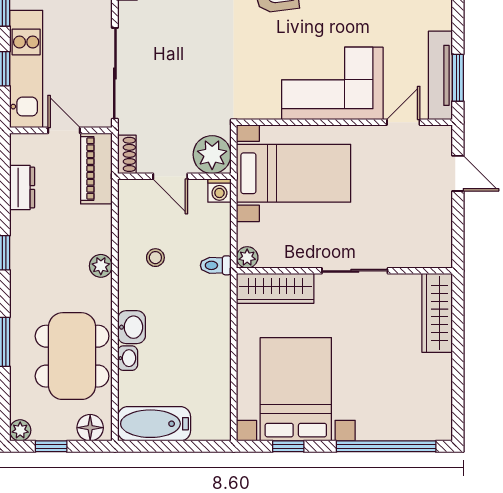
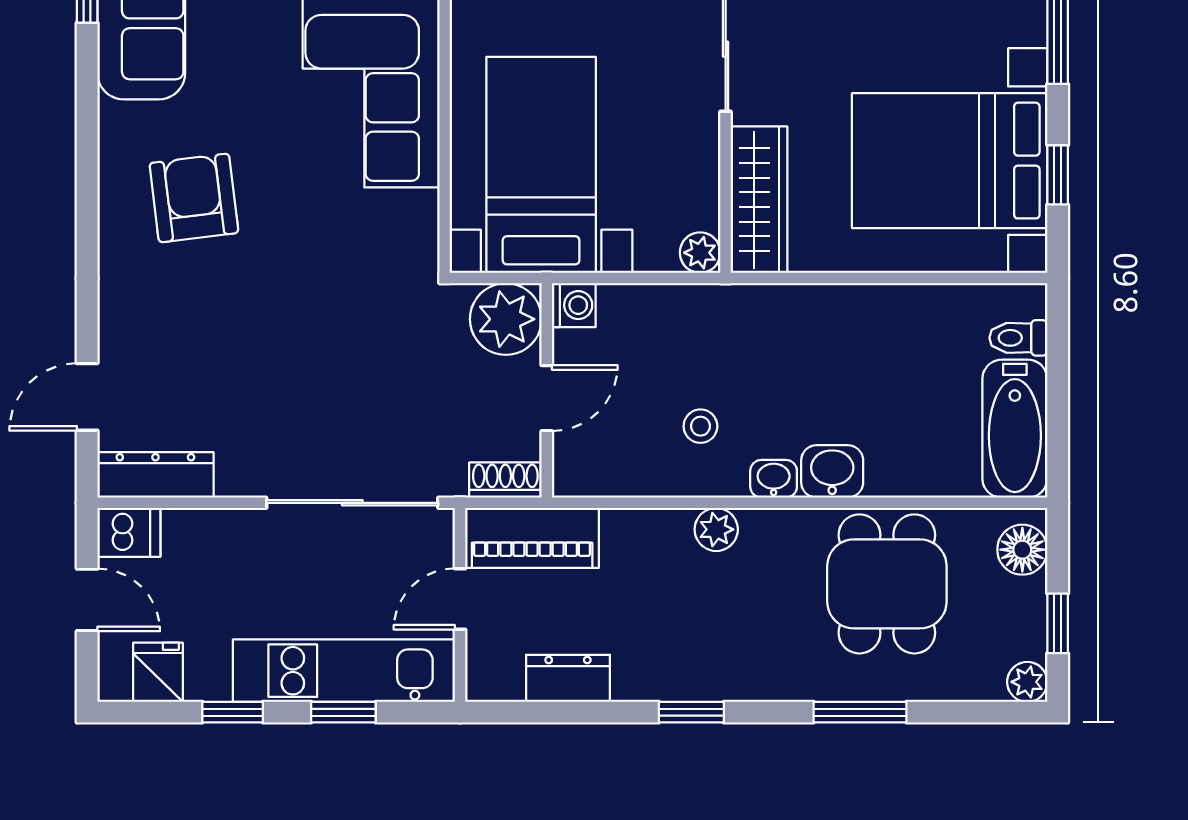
toilet: (216, 265) -> (1018, 338), moved, turned 90
dining table: (72, 356) -> (887, 584), width x0.73
washbasin: (128, 358) -> (774, 479), moved

